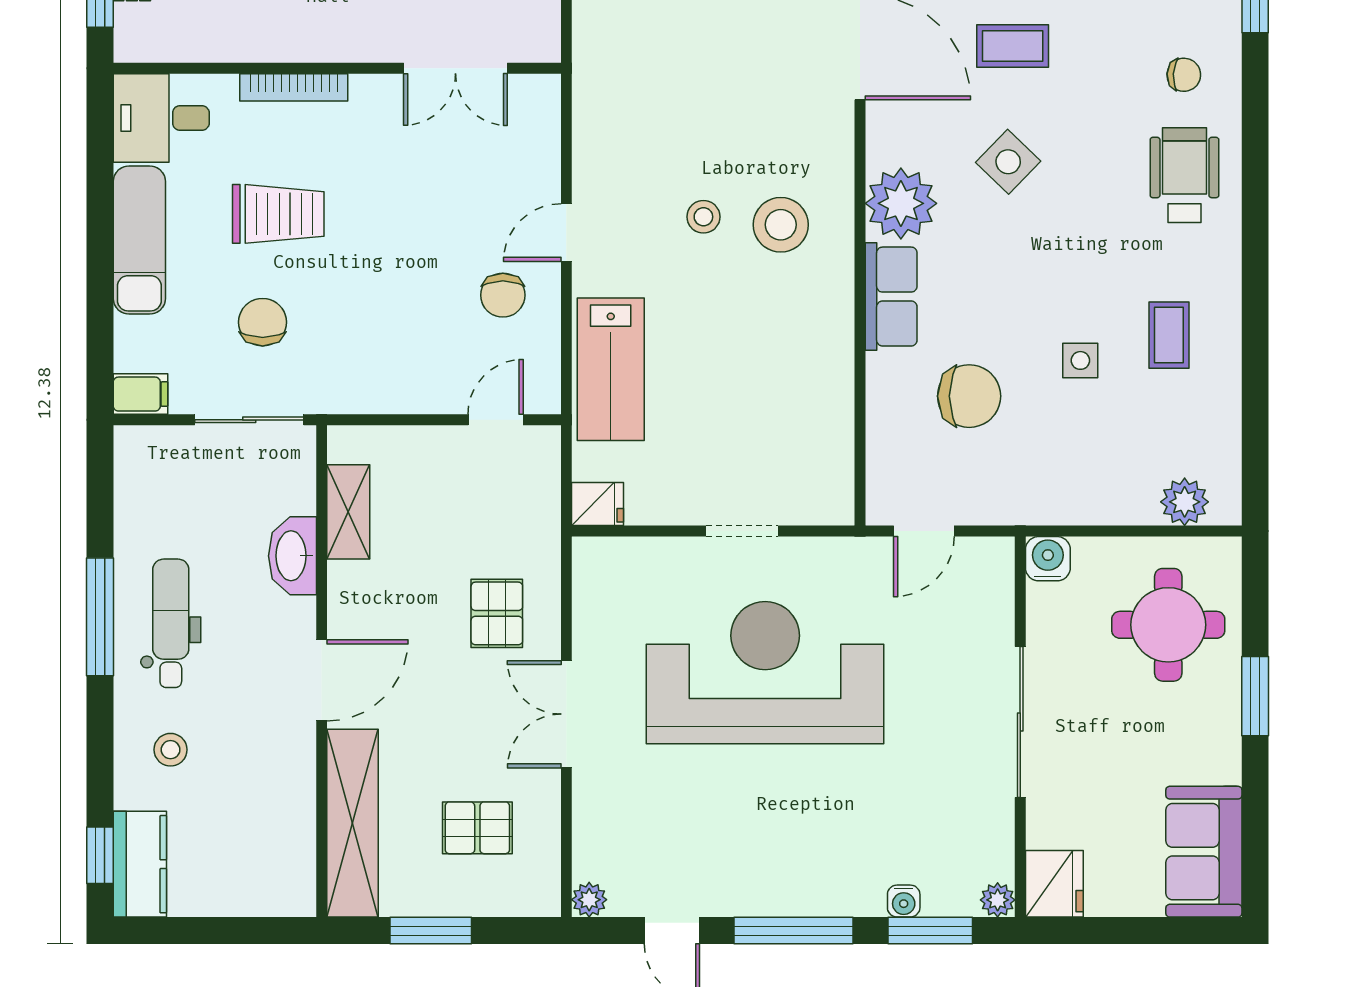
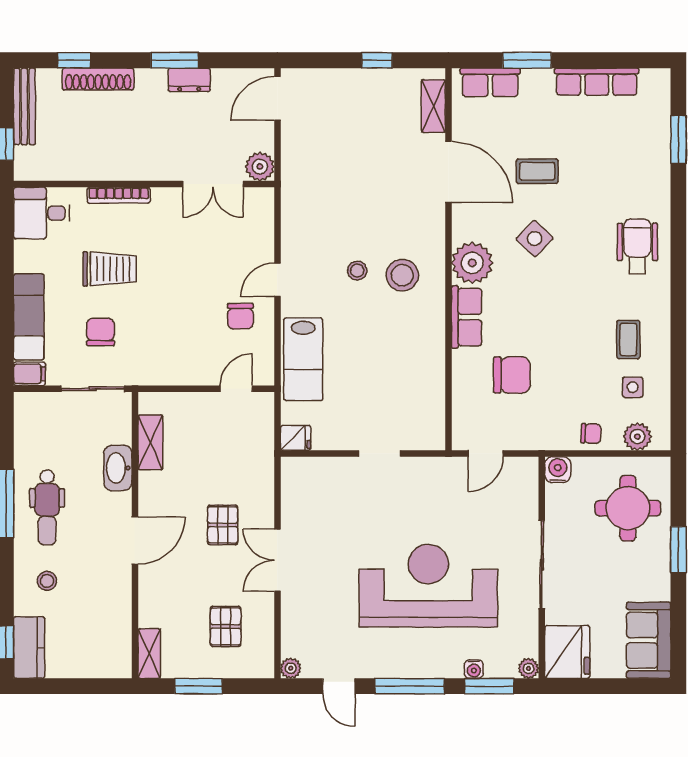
plant: (536, 38) -> (260, 167), added
chair: (1184, 75) -> (591, 434), moved
exam couch: (139, 240) -> (29, 317), moved
side table: (1080, 360) -> (633, 387), moved
pallet: (497, 613) -> (223, 525), moved
dental chair: (171, 623) -> (47, 507), turned 180
reception desk: (765, 673) -> (428, 586), moved
shelving: (353, 823) -> (149, 654), width x0.45, depth x0.75
pallet: (477, 828) -> (226, 626), turned 90
fridge: (1054, 884) -> (567, 652), width x1.36, depth x1.34

